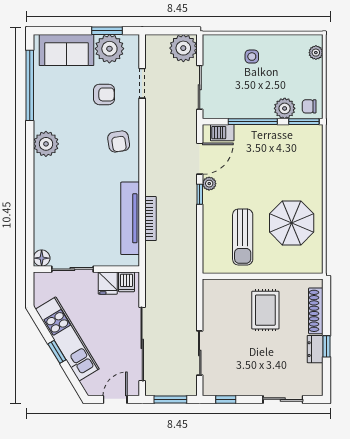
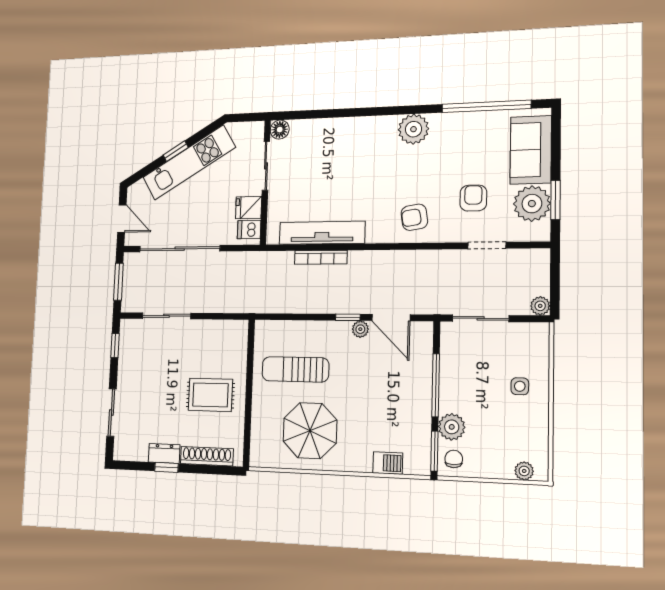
plant: (183, 48) -> (540, 306), width x0.53, depth x0.53
armchair: (104, 94) -> (473, 198), turned 180
barbecue: (222, 133) -> (388, 463), moved, turned 90

